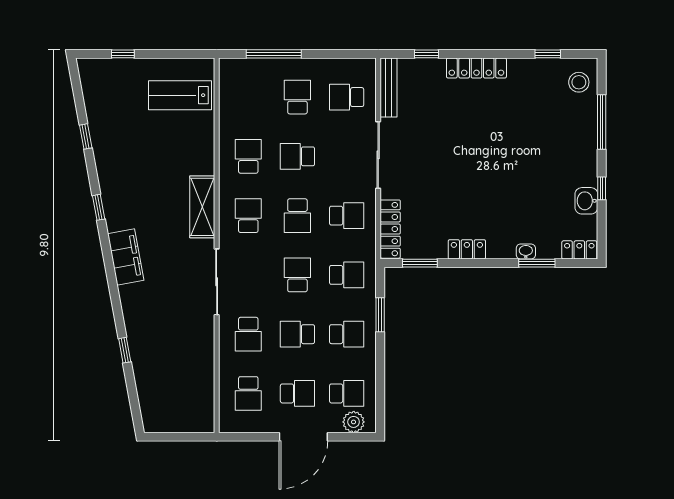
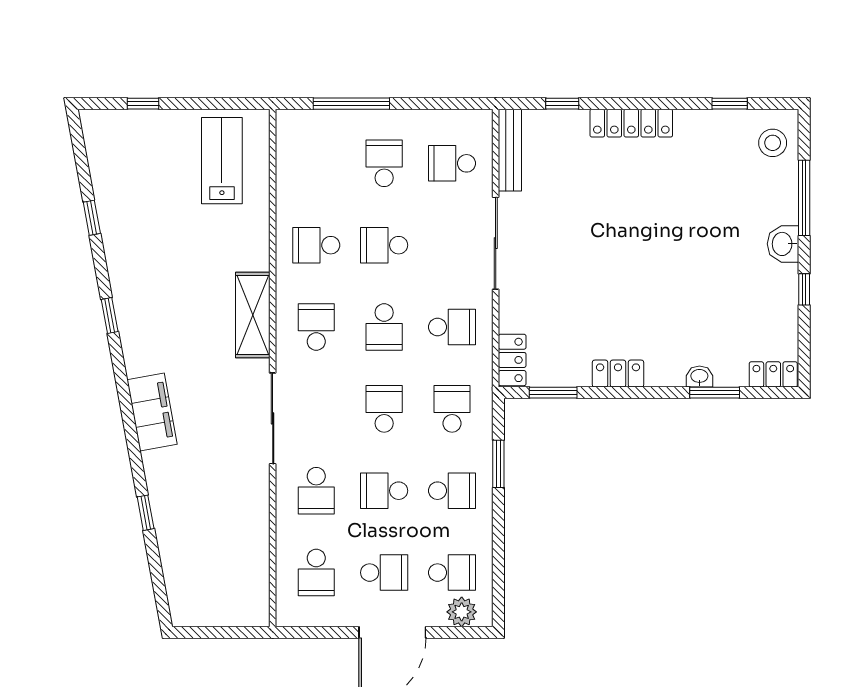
lab bench: (180, 95) -> (222, 161), turned 90
school desk: (248, 156) -> (316, 245), turned -90
washbasin: (586, 201) -> (783, 244), moved
locker: (390, 229) -> (512, 360), width x0.66
filing cabinet: (126, 257) -> (152, 412), moved
school desk: (347, 275) -> (452, 409), turned -90

